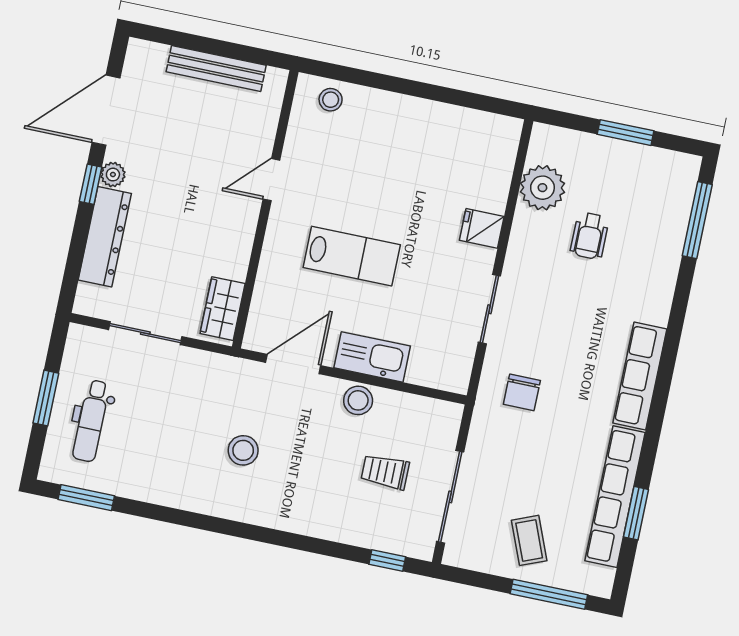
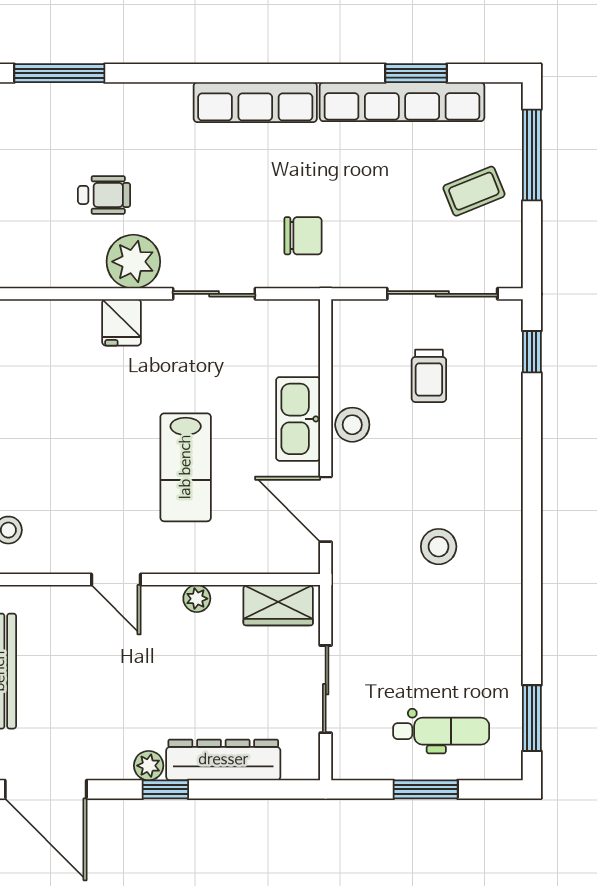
door: (106, 110) -> (46, 789), moved
plant: (542, 188) -> (133, 262), moved
plant: (242, 243) -> (197, 599), added
lab bench: (352, 256) -> (186, 467), turned 180

